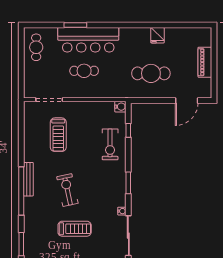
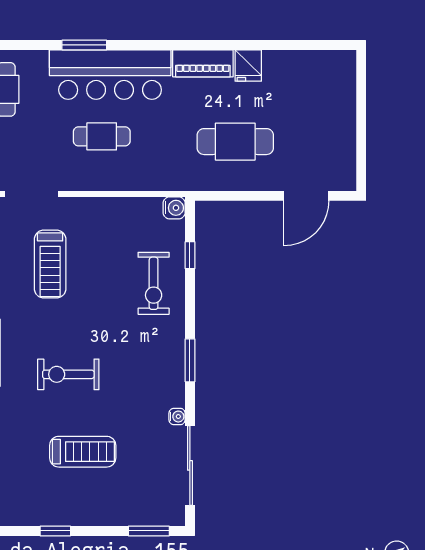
piano: (205, 62) -> (203, 63), moved, turned -90
exercise bike: (67, 190) -> (68, 374), turned -78

